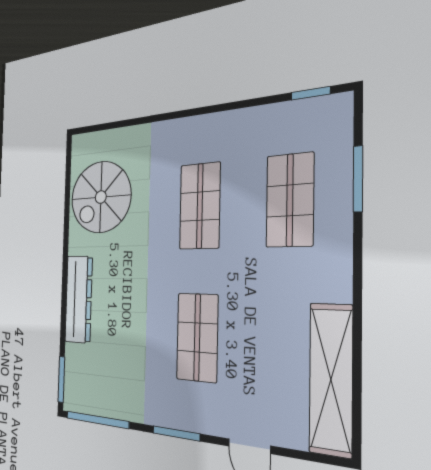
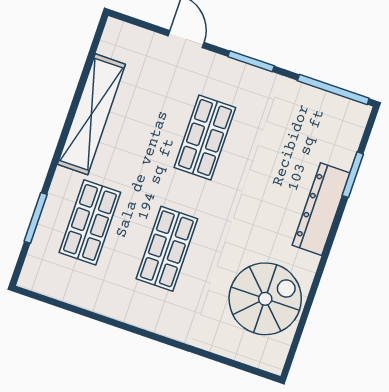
window: (311, 93) -> (47, 300), removed
window: (61, 379) -> (353, 175), moved
shelving: (331, 379) -> (91, 114), moved

